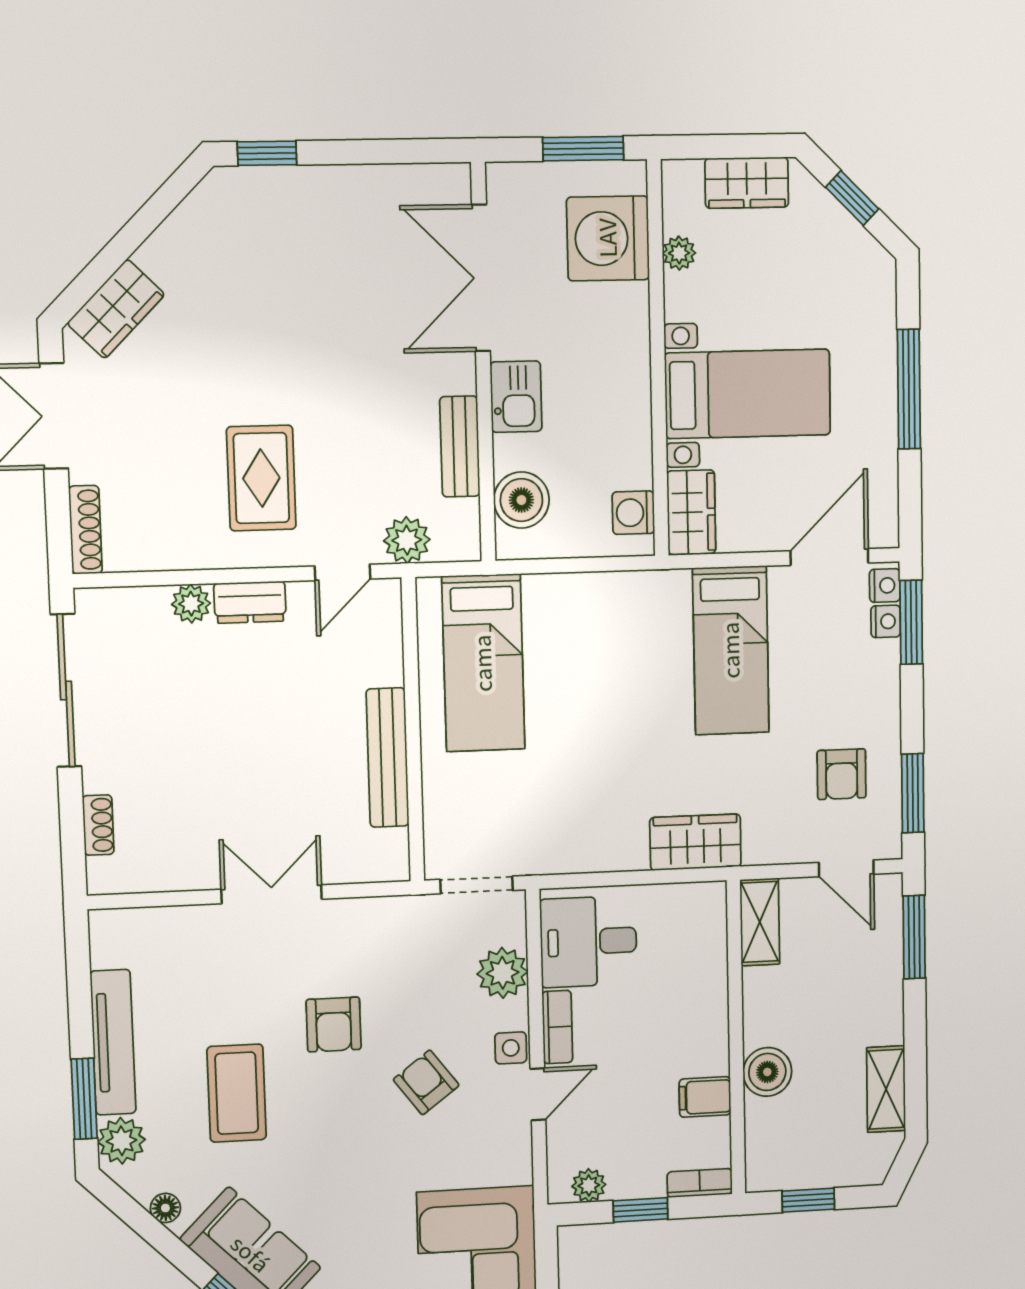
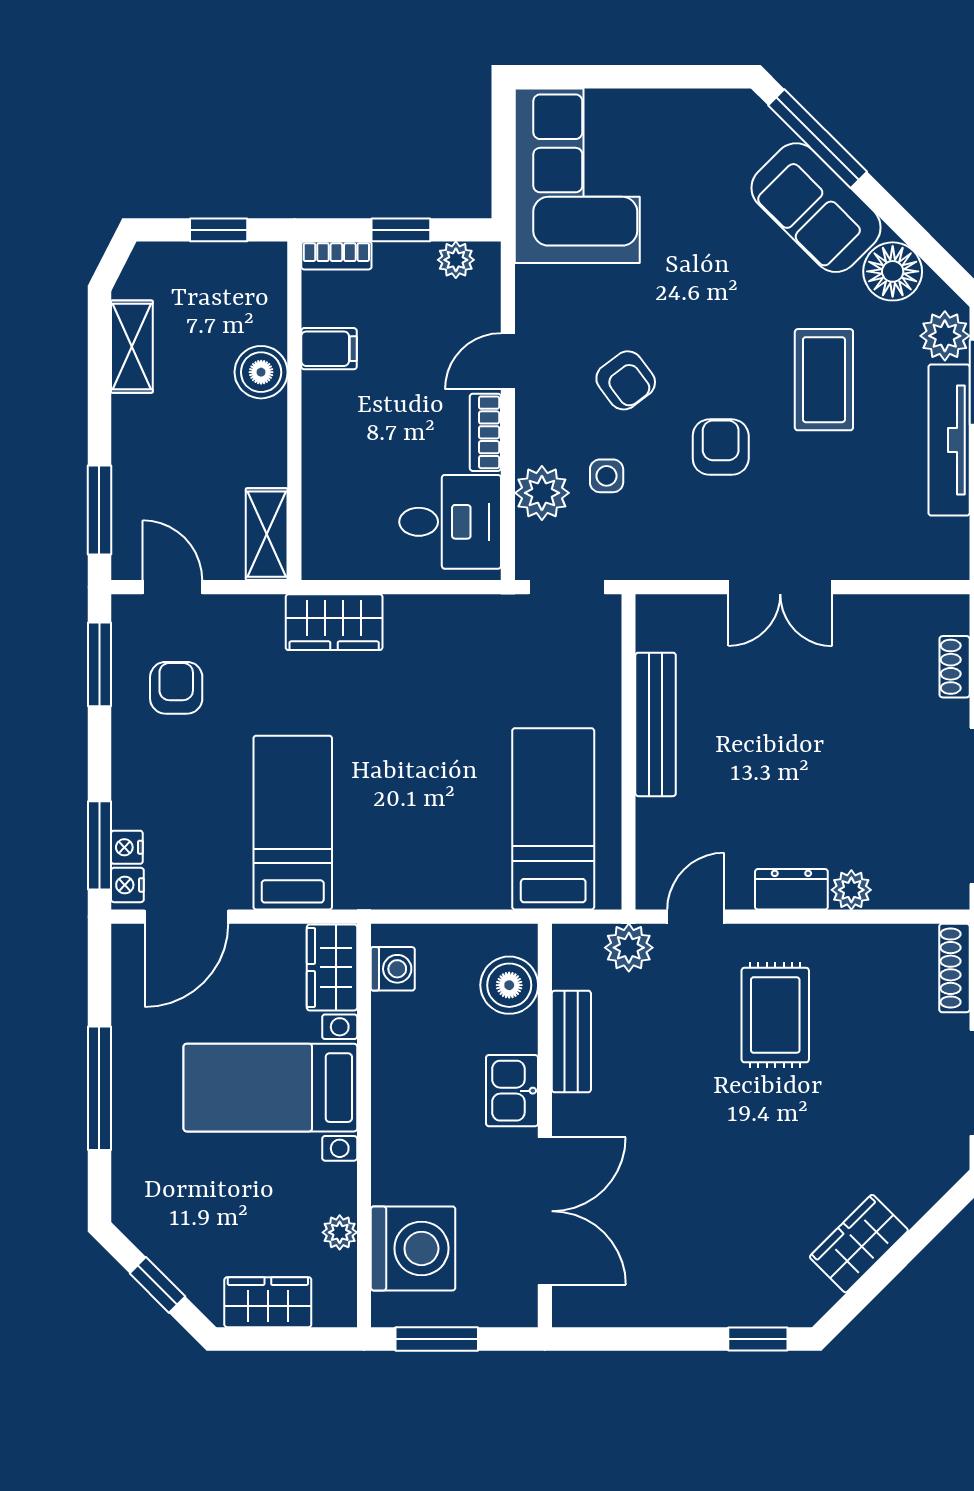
wardrobe: (116, 309) -> (859, 1244), moved
side table: (511, 1048) -> (607, 476), moved
floor lamp: (165, 1208) -> (893, 271), width x1.89, depth x1.89

